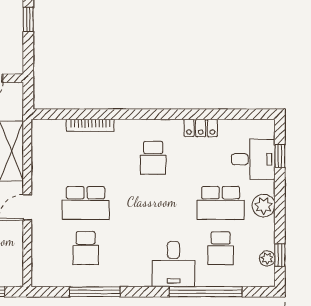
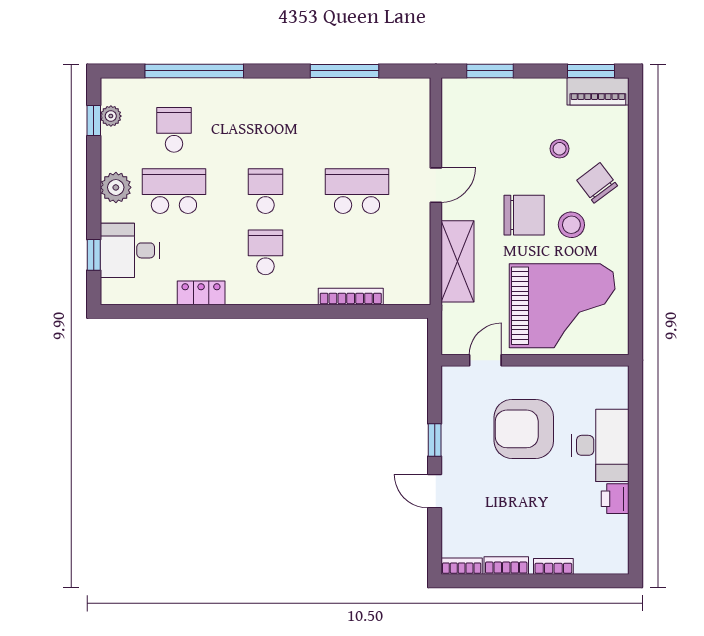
school desk: (86, 248) -> (265, 191), moved
desk: (173, 264) -> (238, 108), removed

